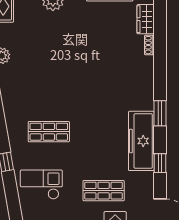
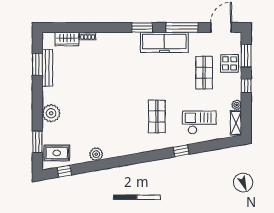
window: (160, 163) -> (182, 28), width x2.17
checkout: (41, 185) -> (199, 122), turned 90

